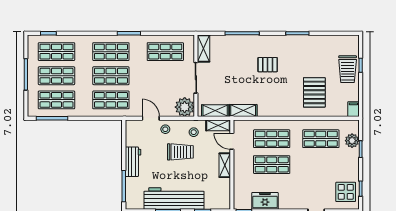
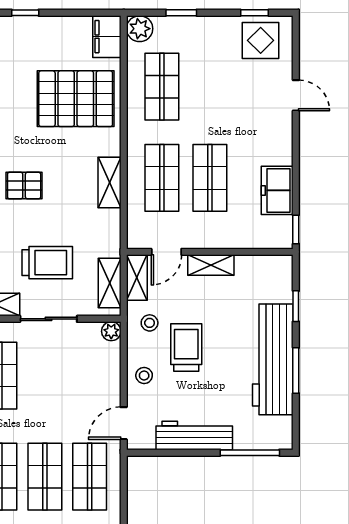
pallet: (268, 65) -> (24, 186), turned 90
trolley: (348, 69) -> (47, 263), moved
pallet: (314, 92) -> (76, 99), width x1.37, depth x1.41
plant: (185, 107) -> (111, 331), width x0.53, depth x0.53
filing cabinet: (353, 109) -> (107, 37), width x2.00
shelving: (243, 111) -> (109, 183), moved
door: (151, 118) -> (124, 423), moved
plant: (352, 141) -> (140, 29), moved
workbench: (133, 162) -> (194, 436), width x1.38

